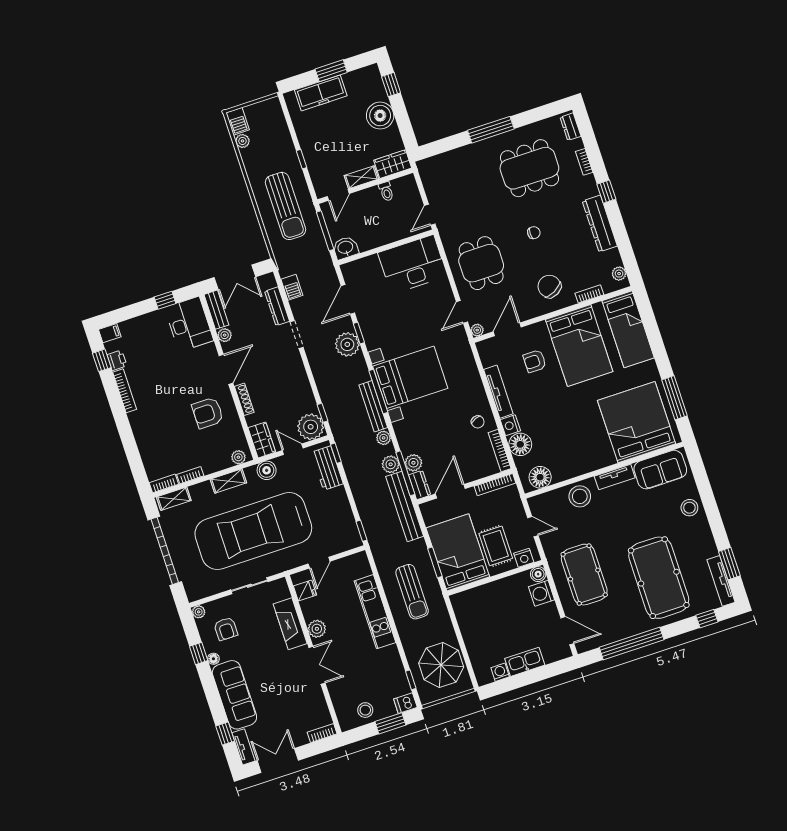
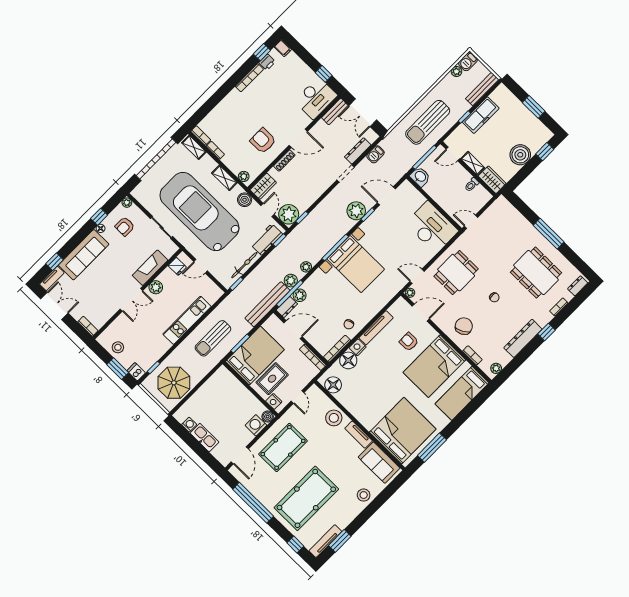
freezer: (321, 93) -> (481, 115), moved, turned -90
plant: (225, 335) -> (321, 126), removed
bench: (373, 406) -> (482, 89), moved
bicycle: (344, 510) -> (244, 265), added

